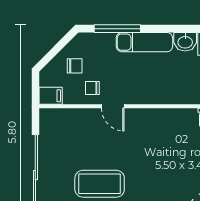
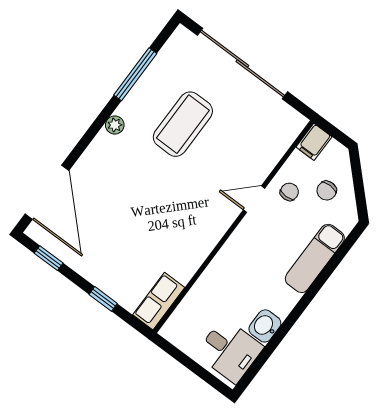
window: (117, 29) -> (332, 265), removed
exam couch: (144, 42) -> (315, 258), moved

